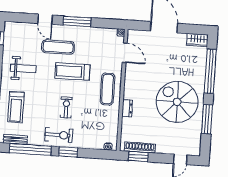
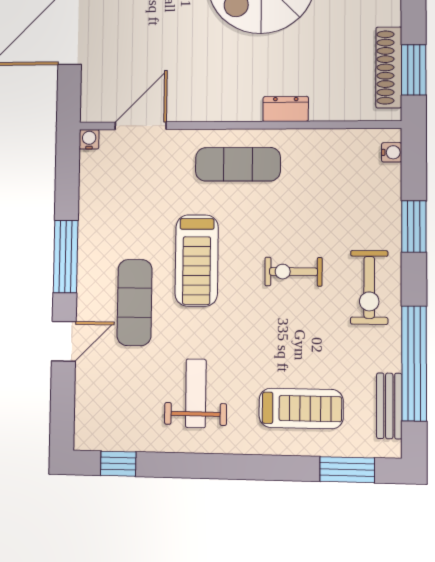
exercise bike: (59, 135) -> (369, 287), turned 180
window: (68, 152) -> (414, 226), moved

